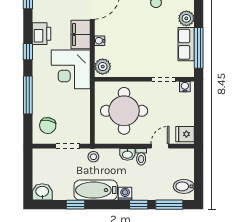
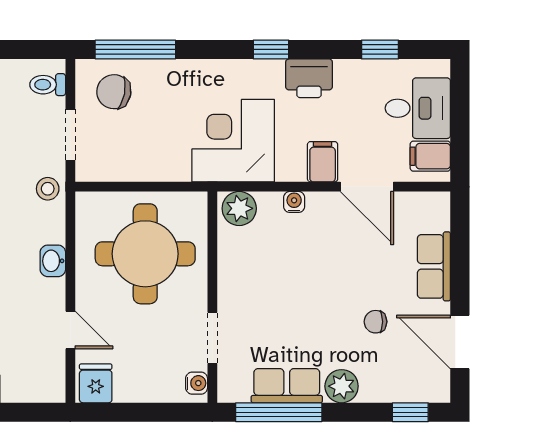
filing cabinet: (81, 34) -> (323, 162), width x0.50
window: (28, 95) -> (135, 49), moved
toilet: (141, 157) -> (48, 85), moved

